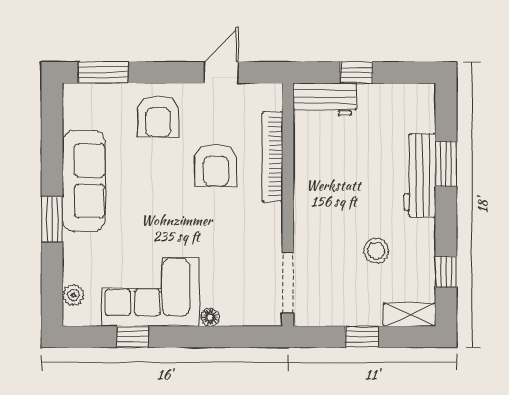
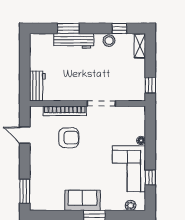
window: (357, 72) -> (25, 71), removed
armchair: (158, 116) -> (46, 165), removed
sofa: (84, 181) -> (83, 200), width x0.73
stool: (376, 251) -> (109, 41), moved
doorway: (288, 283) -> (101, 104), moved
window: (362, 337) -> (150, 85), moved

